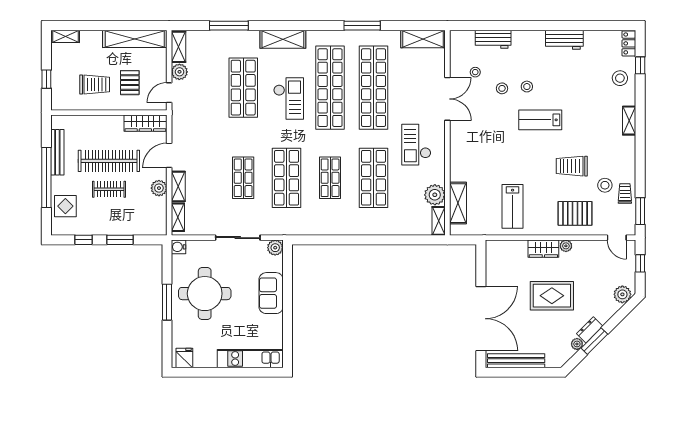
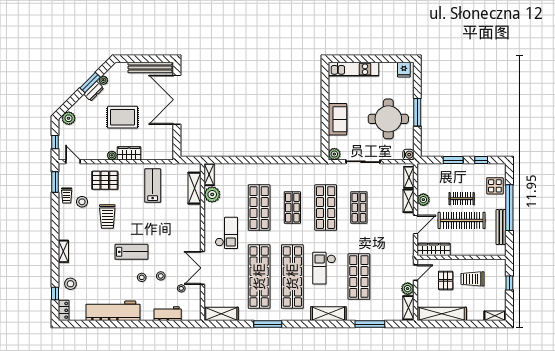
workbench: (564, 40) -> (113, 311), width x1.88, depth x1.32
trolley: (572, 166) -> (107, 216), turned 90

